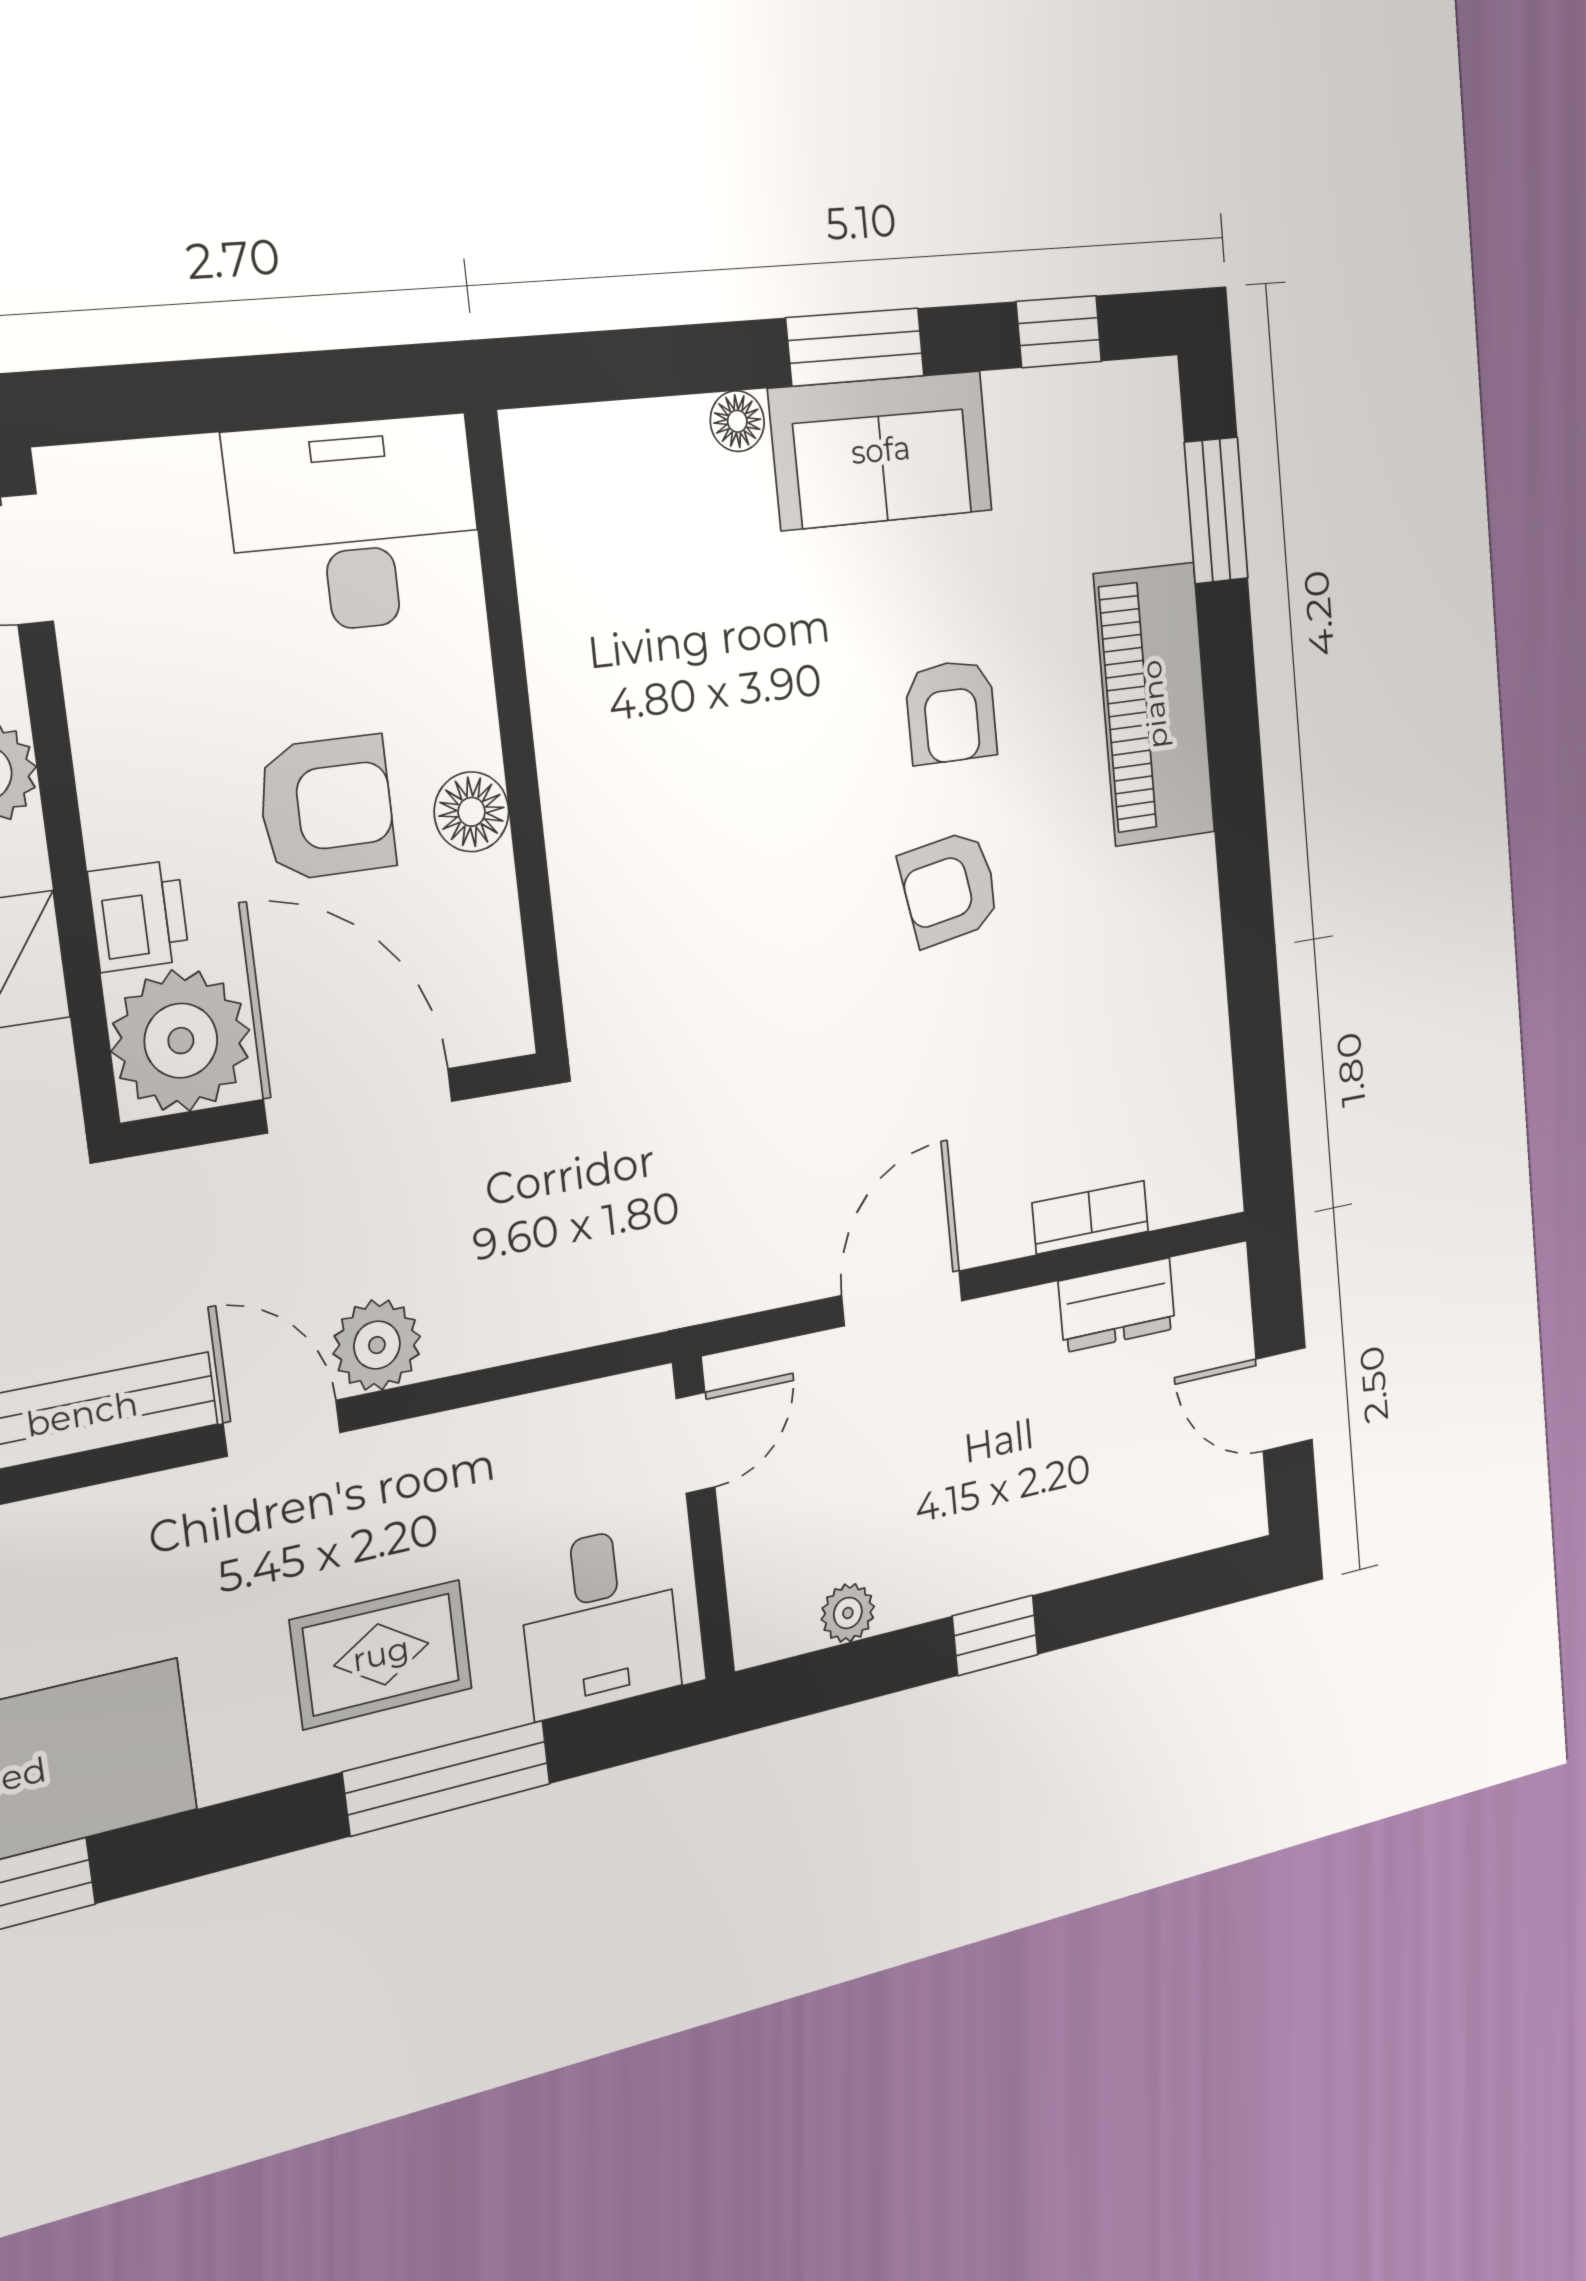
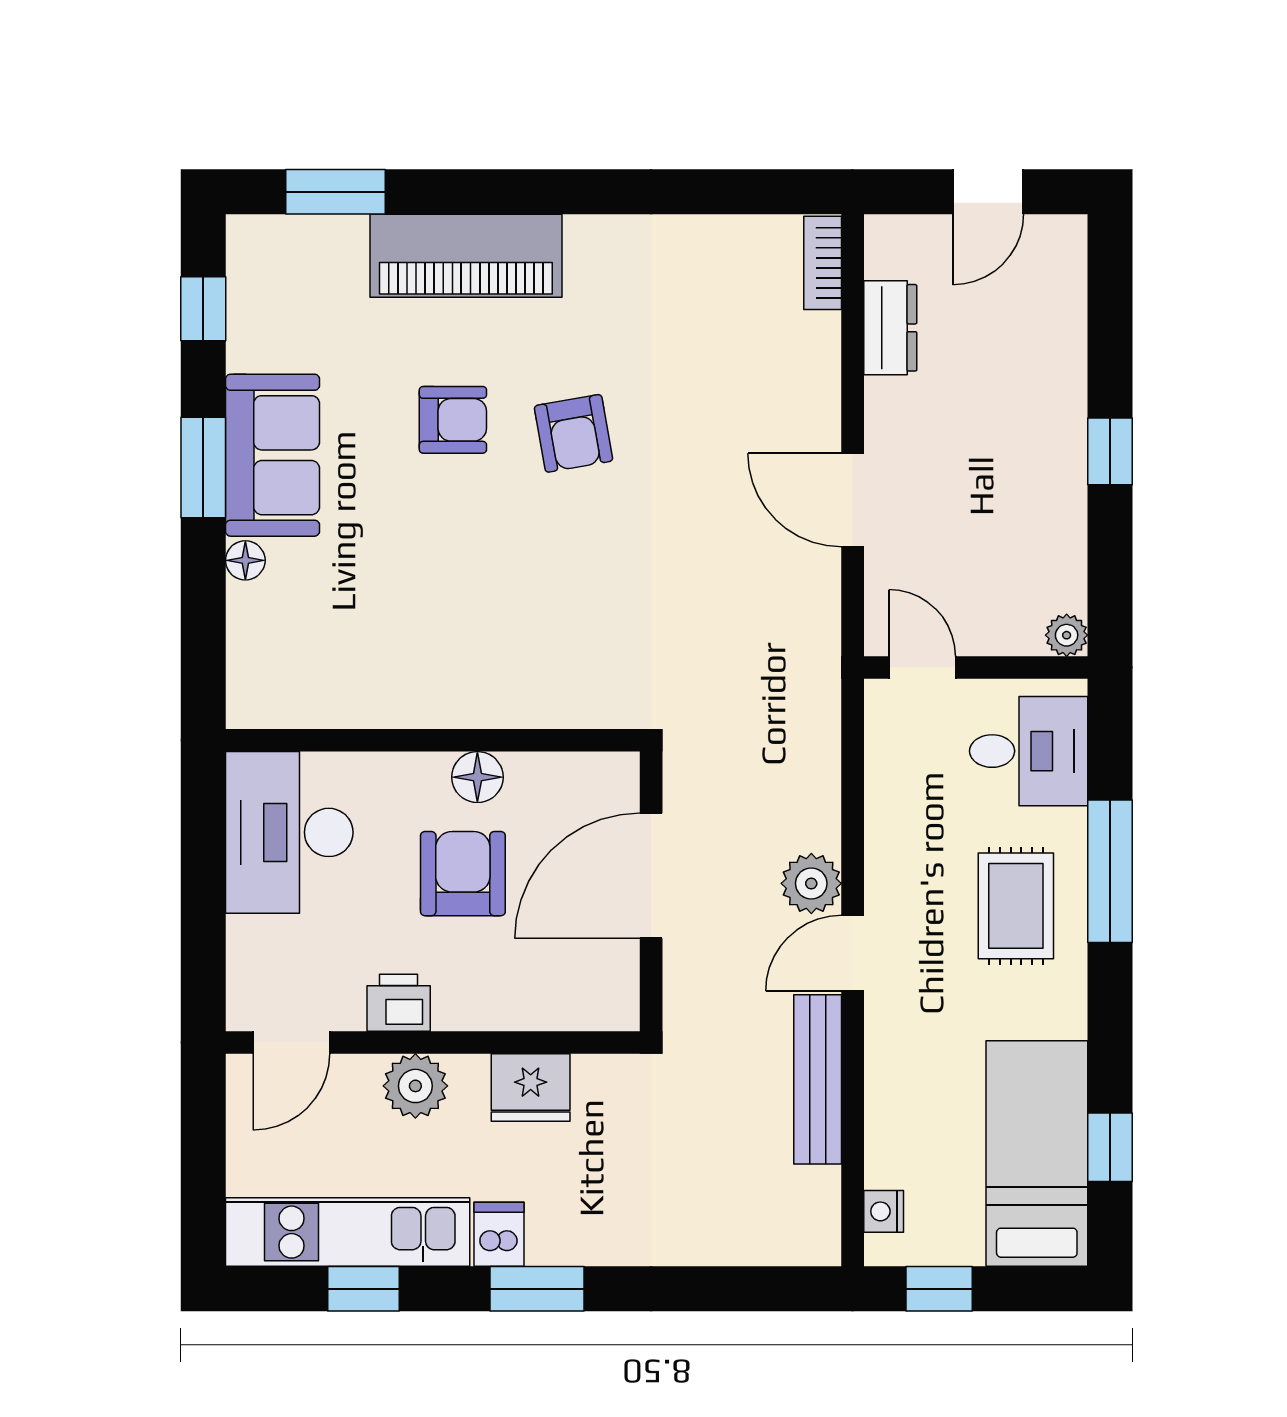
printer: (139, 916) -> (399, 1003), moved
plant: (181, 1041) -> (595, 986), removed
bookcase: (1091, 1217) -> (823, 263), moved
plant: (848, 1613) -> (1067, 635), moved

